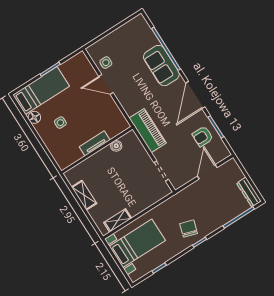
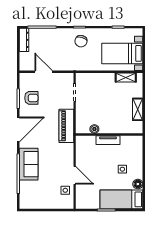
door: (207, 172) -> (44, 72), swing flipped

